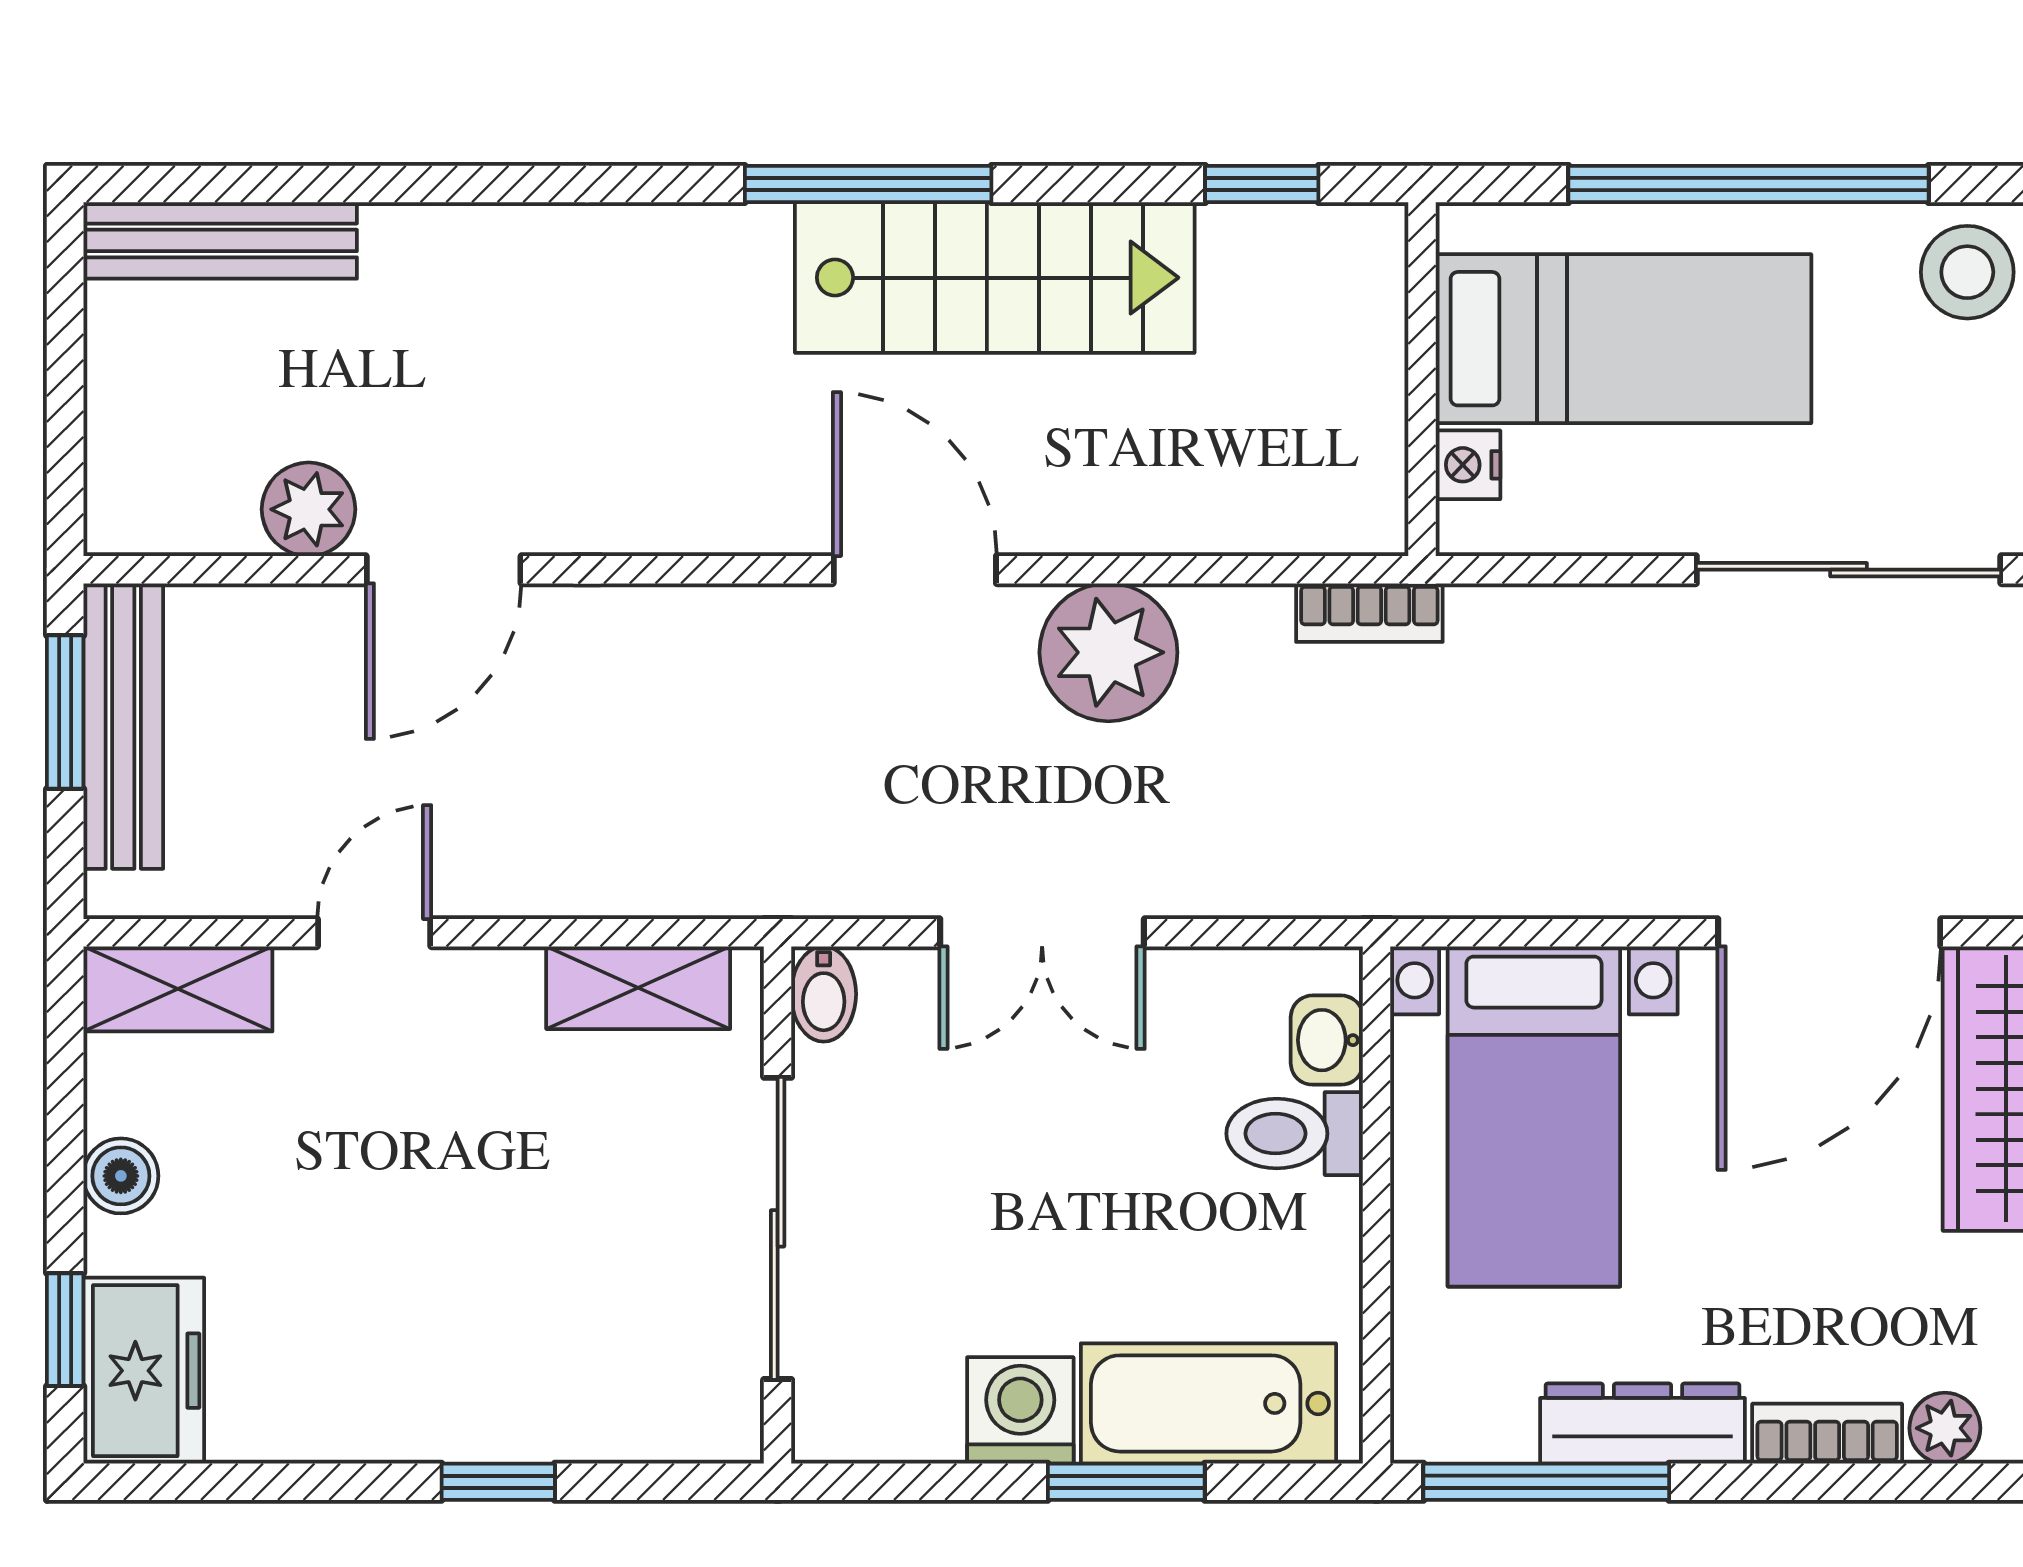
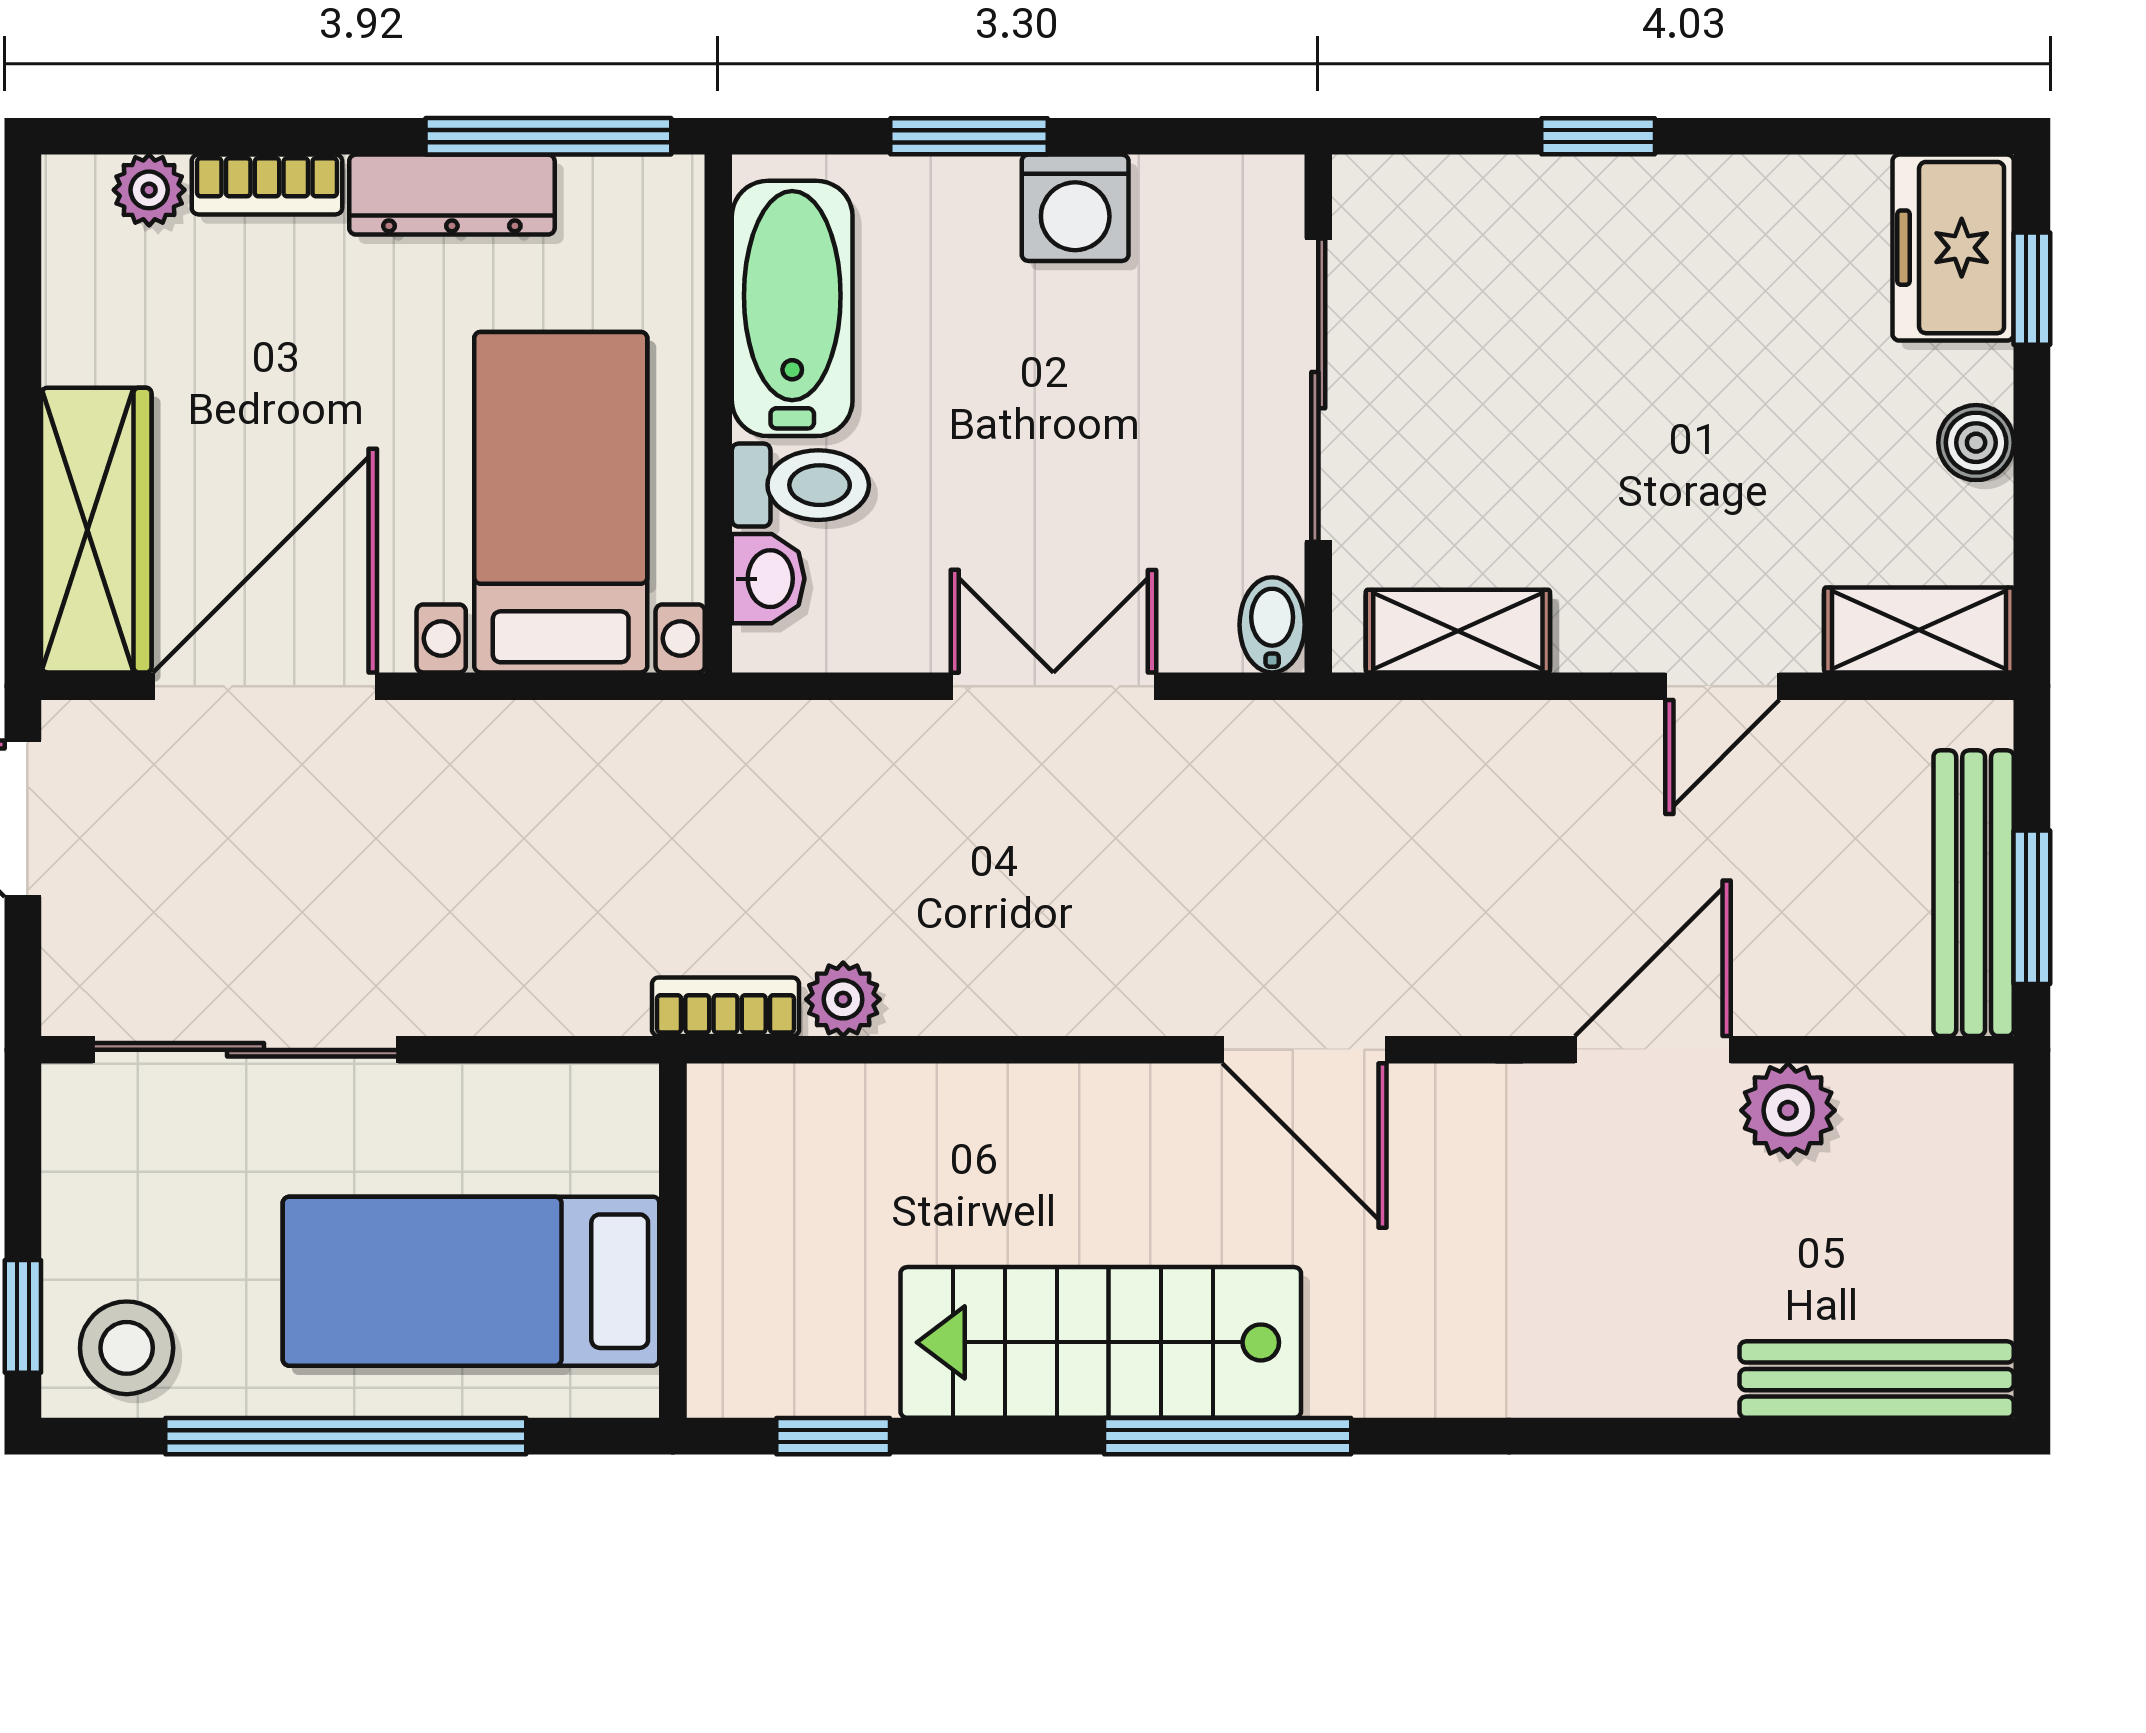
nightstand: (1468, 465) -> (627, 1155), removed
door: (915, 570) -> (1304, 1050), moved
plant: (1108, 652) -> (843, 999), moved, width x0.53, depth x0.53
bathtub: (1208, 1403) -> (792, 308), moved, turned -90

